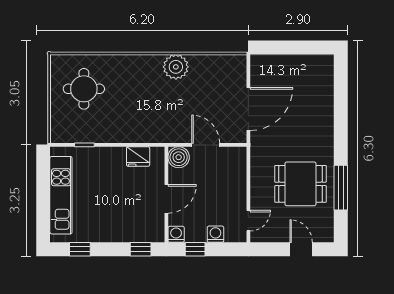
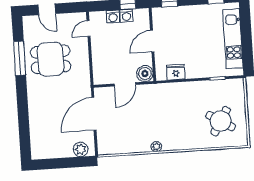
plant: (269, 64) -> (81, 149), added
plant: (176, 67) -> (156, 147), width x0.53, depth x0.53
round table: (84, 89) -> (221, 121), turned 31
door: (206, 145) -> (125, 84), hinge flipped
washing machine: (176, 234) -> (126, 16), moved

